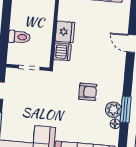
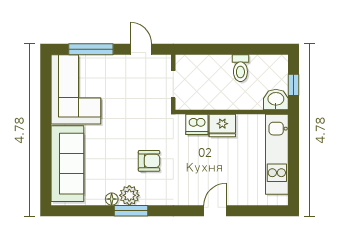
toilet: (19, 37) -> (240, 68), moved
armchair: (88, 92) -> (149, 161), turned -90

